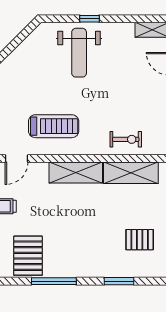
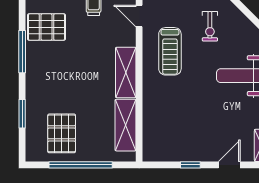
exercise bike: (126, 139) -> (210, 26), moved
pallet: (140, 240) -> (62, 133), width x1.50, depth x1.42

